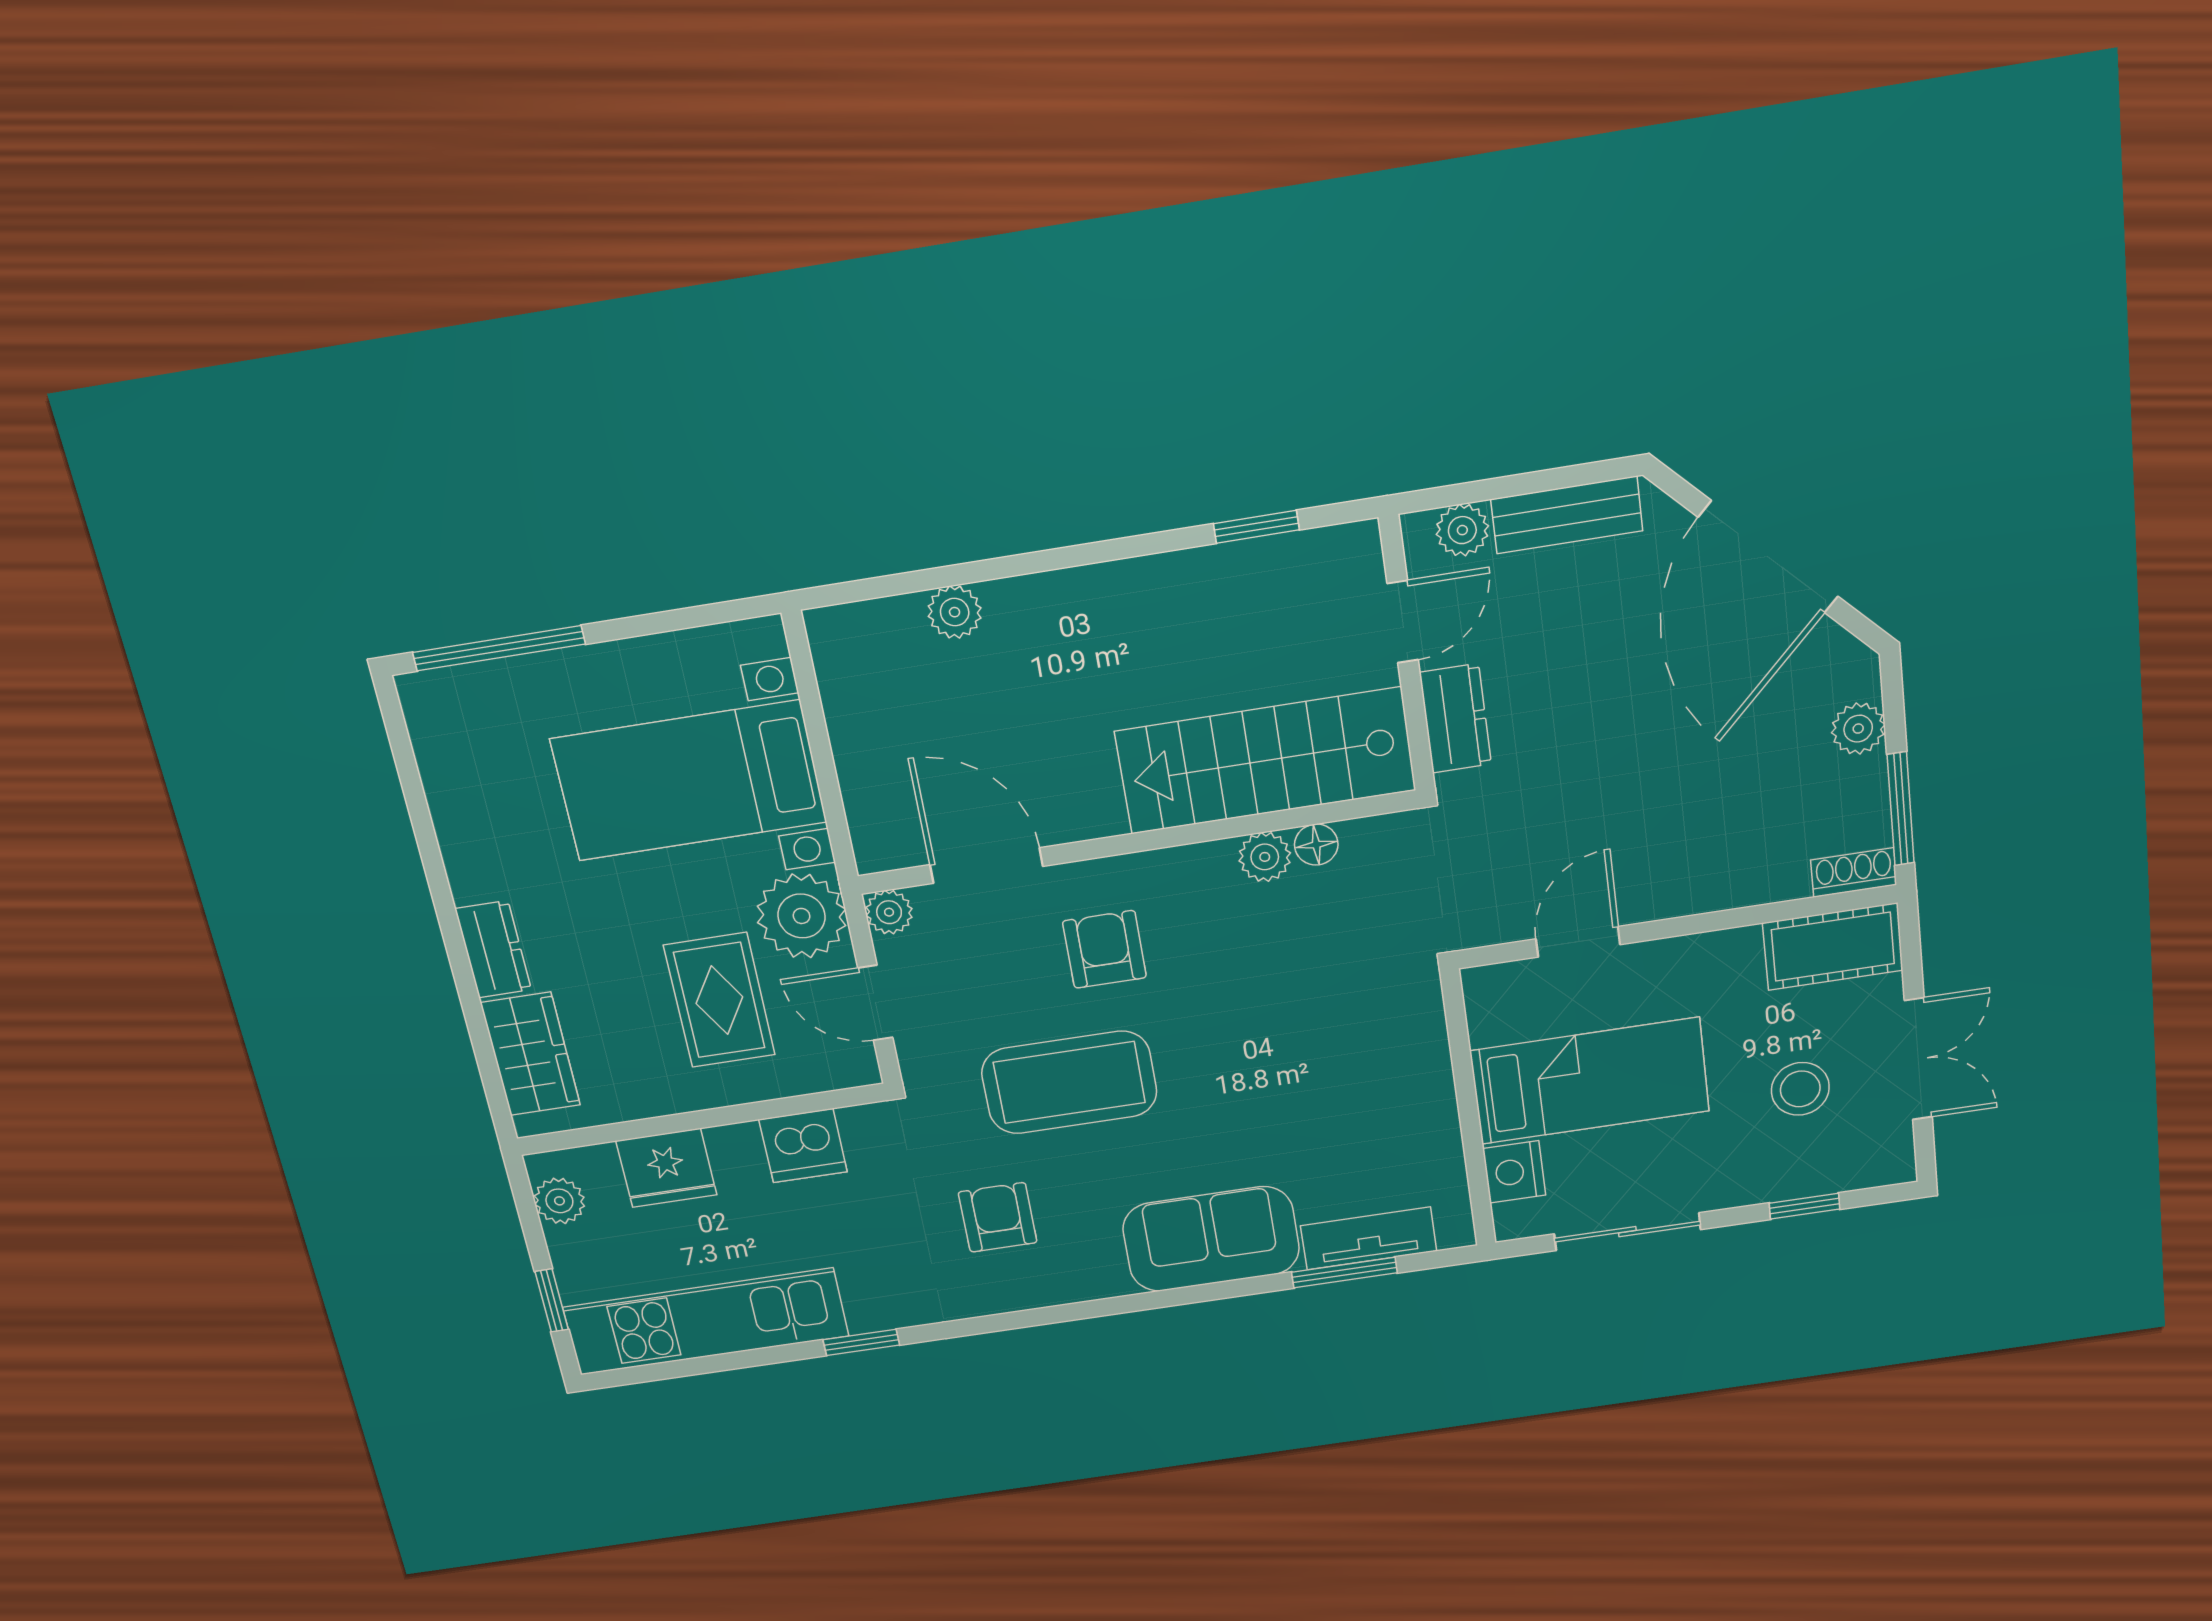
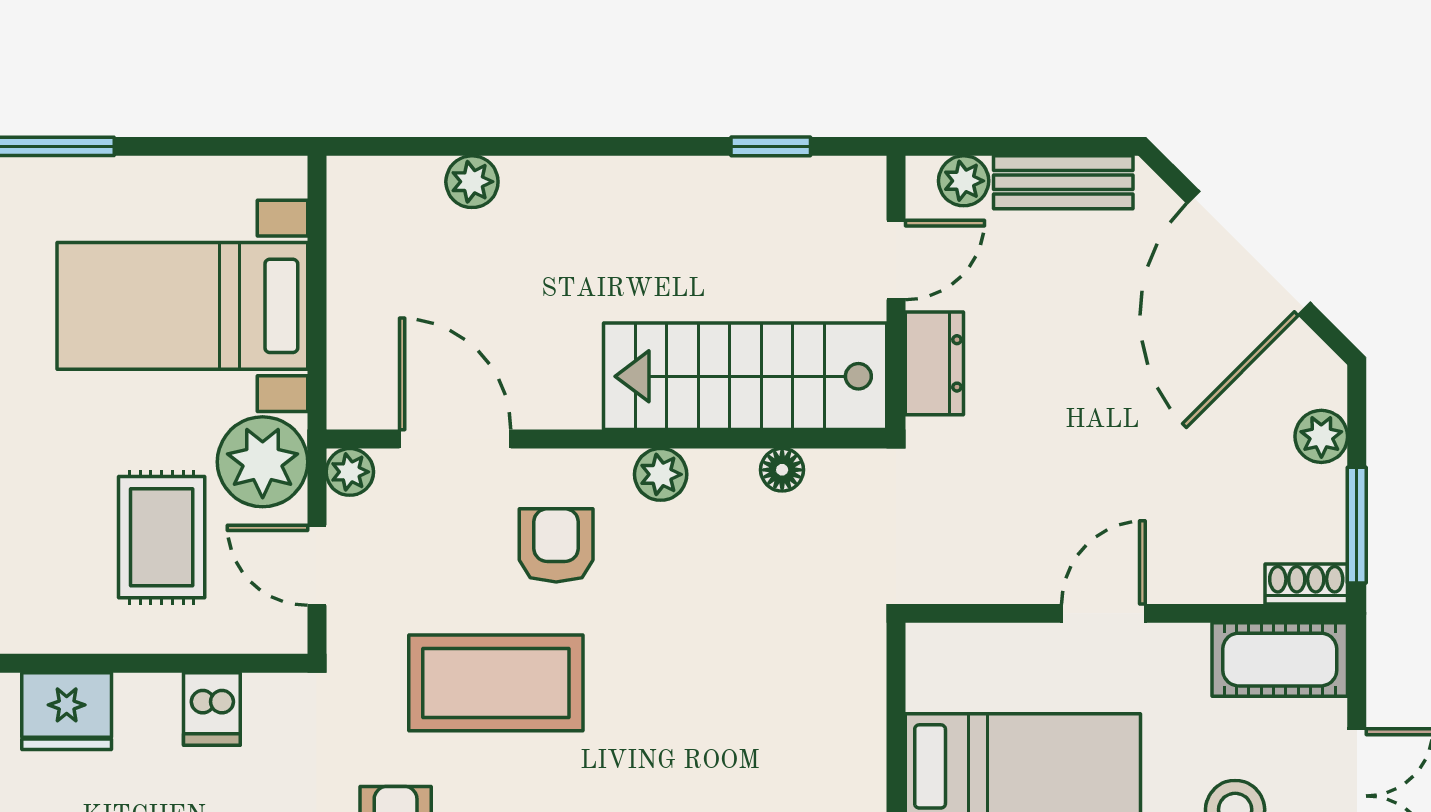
plant: (1265, 857) -> (661, 474), moved
door: (1578, 942) -> (1103, 613), moved
dishwasher: (803, 1146) -> (212, 709), width x0.73

